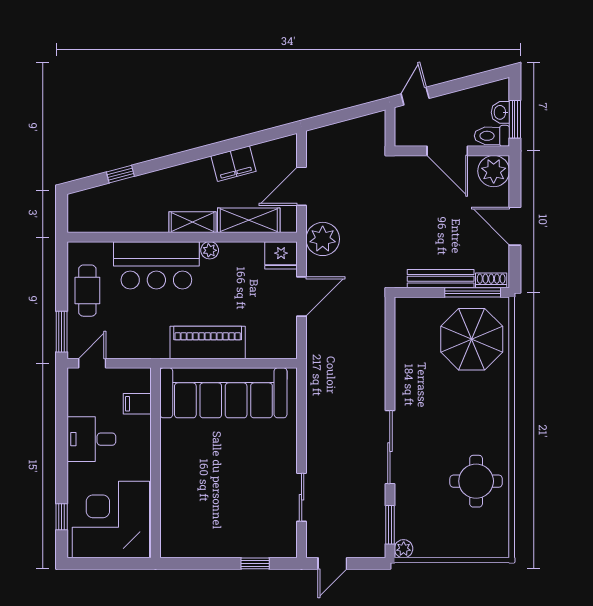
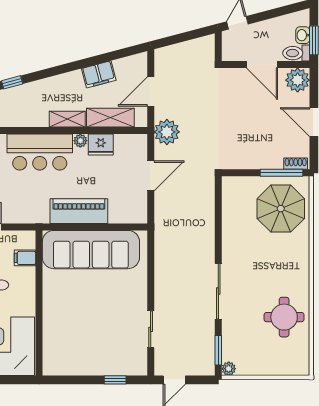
fridge: (281, 255) -> (101, 144), moved
bench: (441, 279) -> (257, 162), removed

